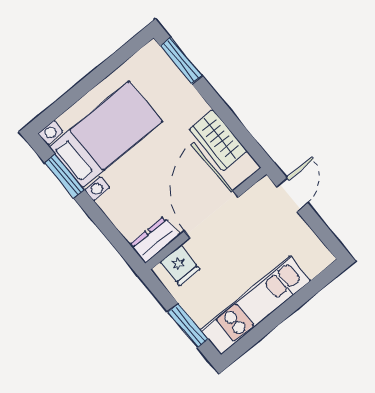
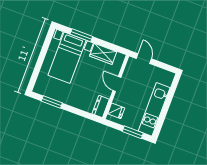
window: (181, 61) -> (81, 35), moved
bed with nightstands: (106, 134) -> (67, 58), moved, turned 180
door: (211, 214) -> (117, 84), width x0.53

